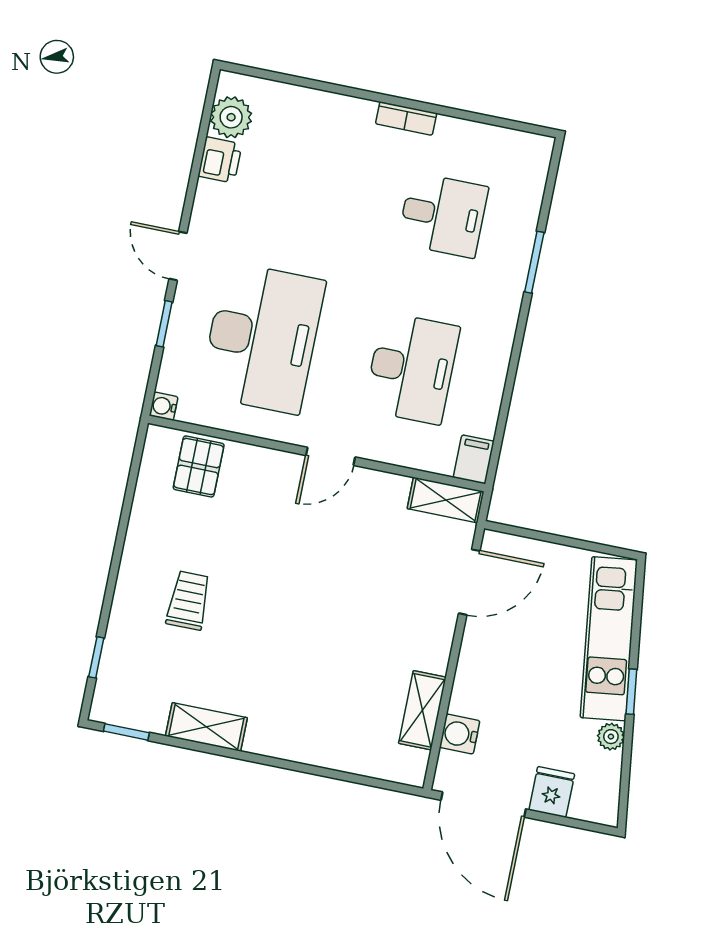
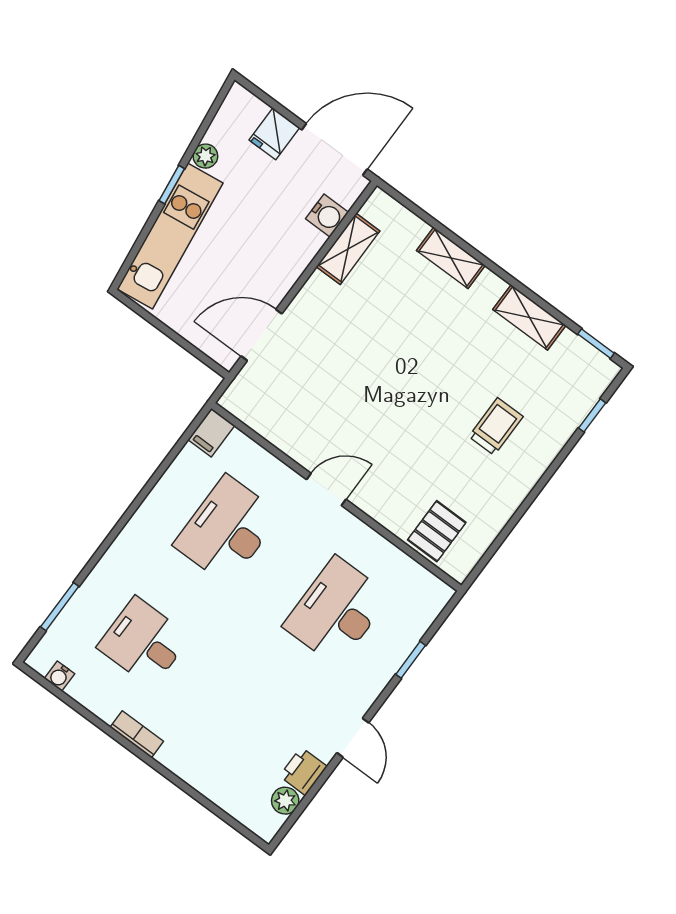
plant: (231, 117) -> (285, 801), width x0.73, depth x0.73
door: (178, 256) -> (353, 738), moved
window: (534, 262) -> (60, 607), moved
desk: (262, 338) -> (336, 611), width x0.73, depth x0.77
water cooler: (164, 406) -> (59, 676), moved, turned 90
shelving: (446, 500) -> (451, 258), moved
trolley: (188, 600) -> (496, 427), turned 180
door: (483, 805) -> (335, 149), hinge flipped

